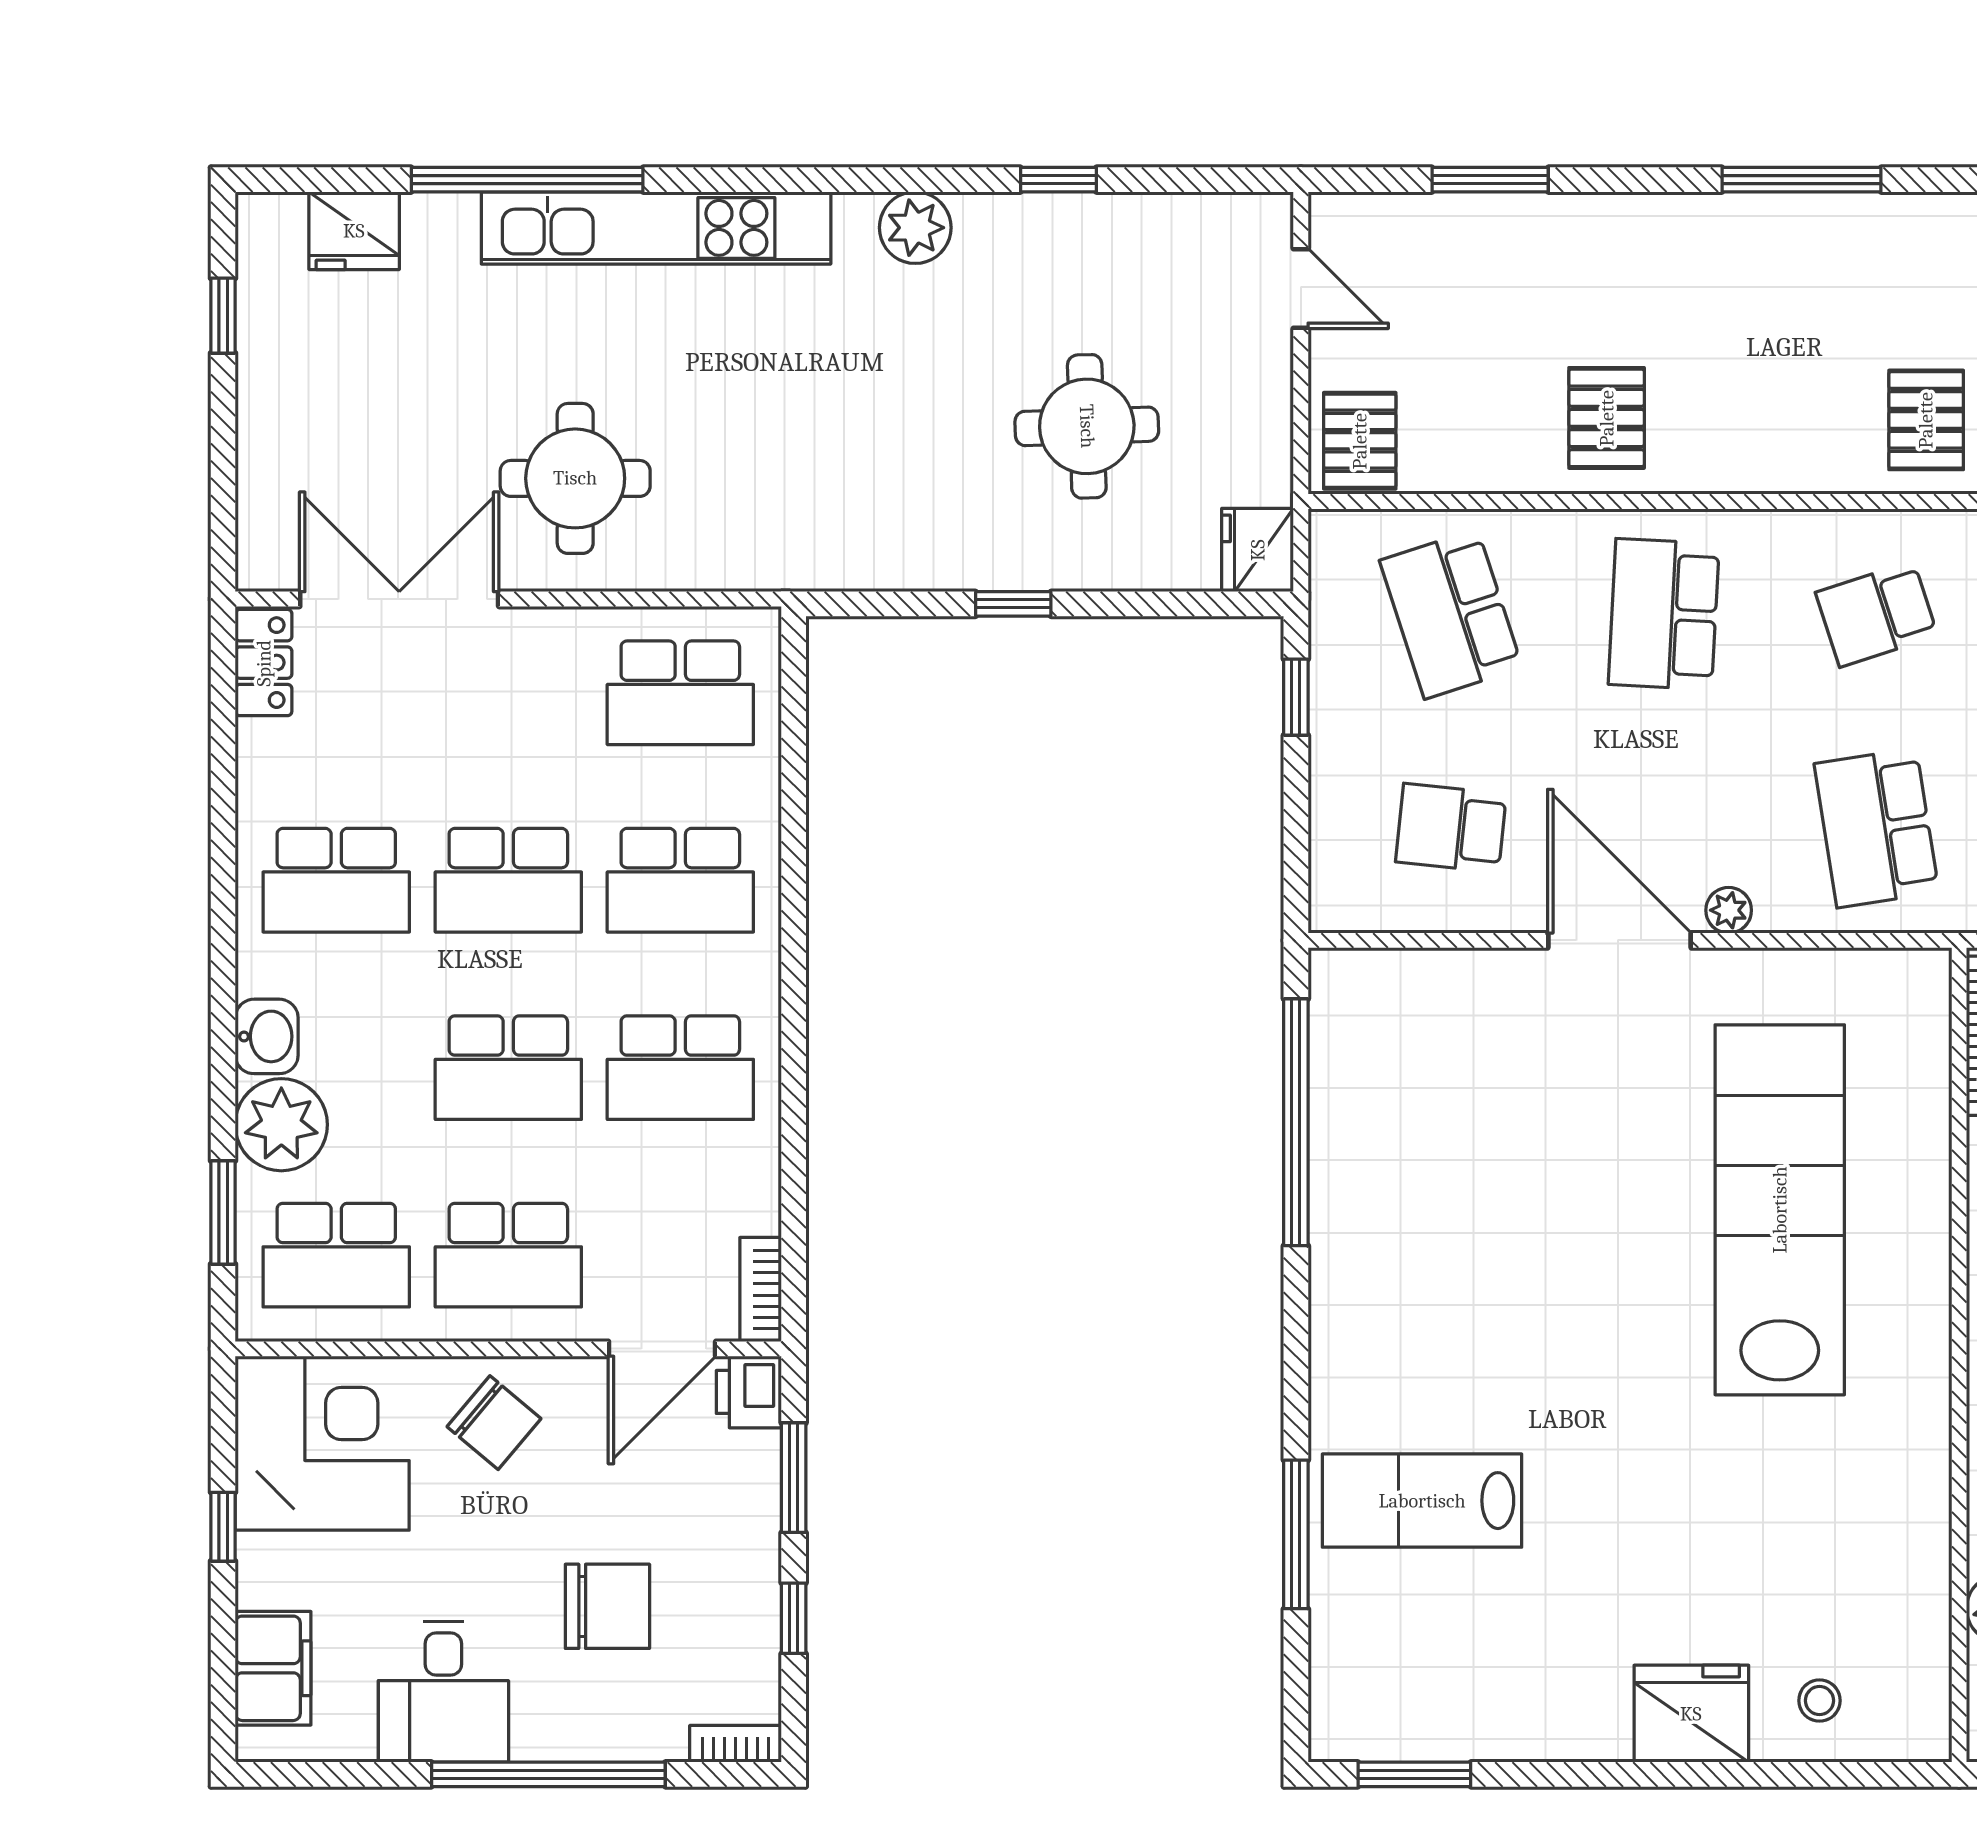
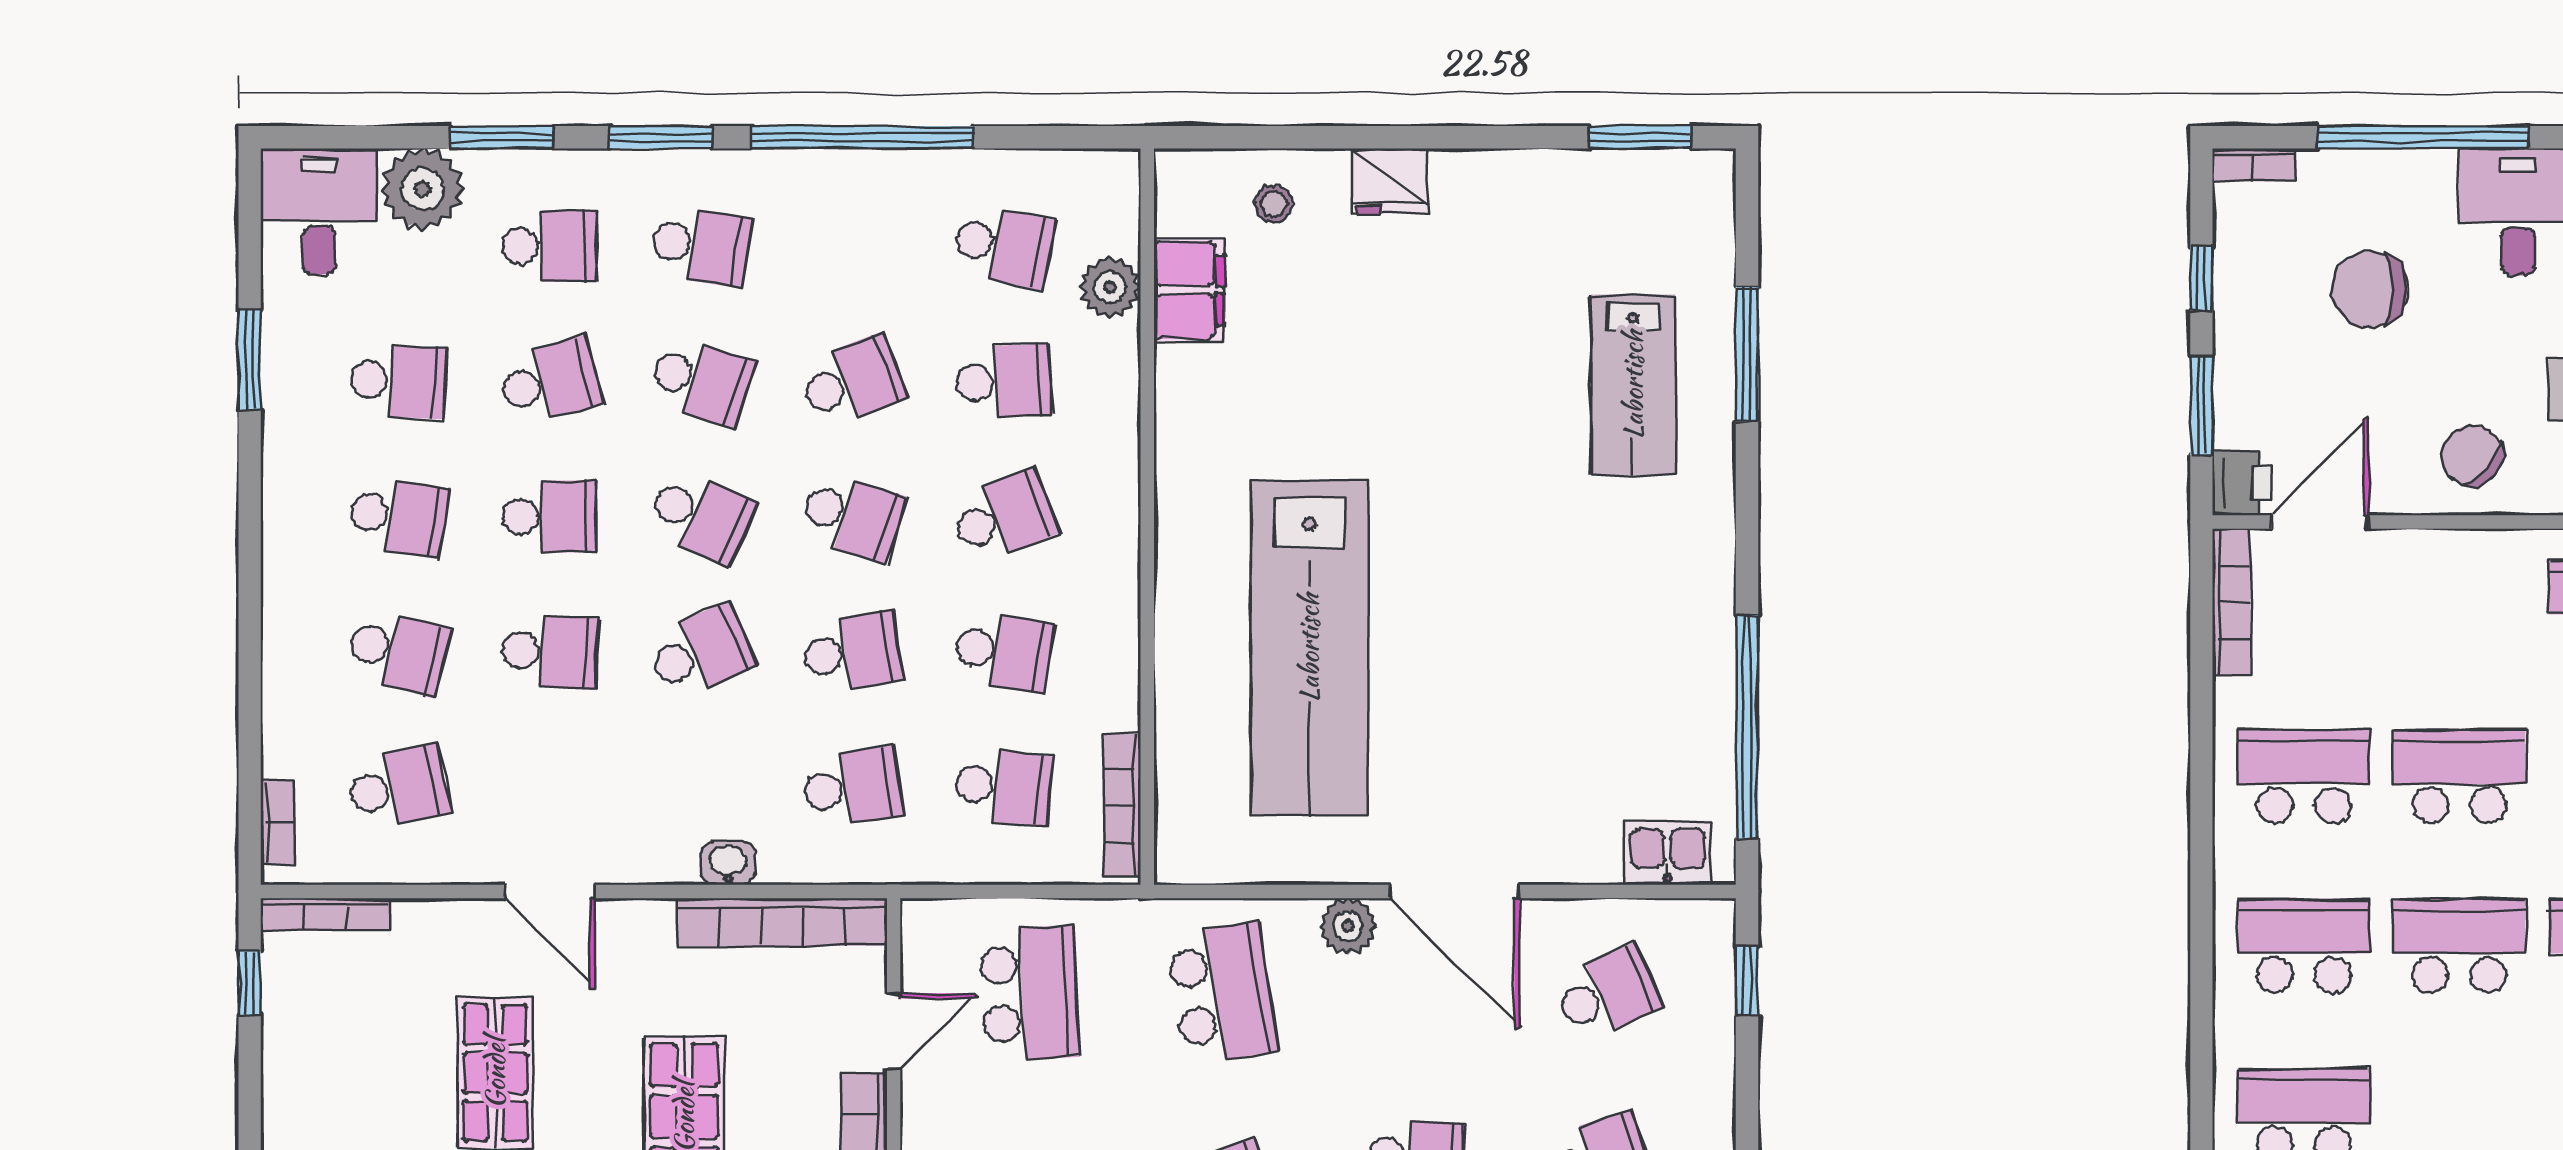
window: (1296, 697) -> (1747, 981), moved
school desk: (1451, 828) -> (1607, 993), turned -30
plant: (1729, 910) -> (1348, 926), width x1.38, depth x1.38
kitchen sink: (1384, 983) -> (1667, 853), added
school desk: (508, 1255) -> (2459, 607), removed
bookcase: (761, 1290) -> (2231, 602), width x1.56
lab bench: (1422, 1501) -> (1633, 385), turned 90
filing cabinet: (1913, 1605) -> (1189, 290), added
fridge: (1691, 1714) -> (1389, 181), width x0.73, depth x0.75

